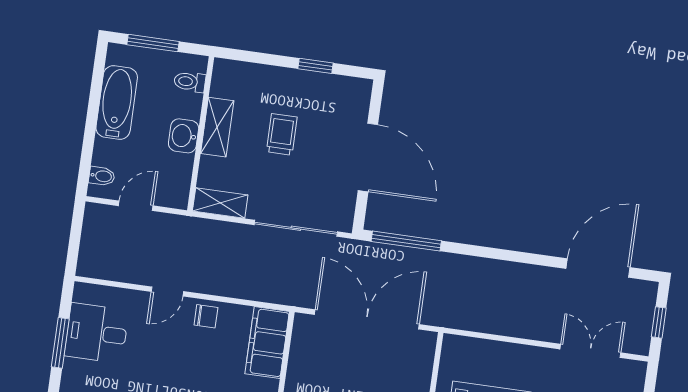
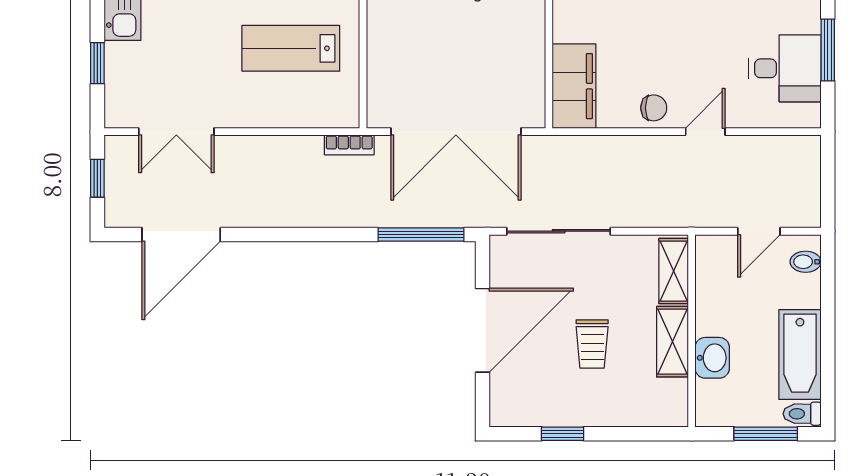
toilet: (190, 82) -> (802, 414), moved, turned 180
washbasin: (184, 136) -> (712, 358), moved
door: (368, 158) -> (482, 330), swing flipped
shelving: (220, 203) -> (674, 271), moved, turned 90
chair: (206, 316) -> (654, 108), turned 180
bookcase: (454, 321) -> (349, 145), added

